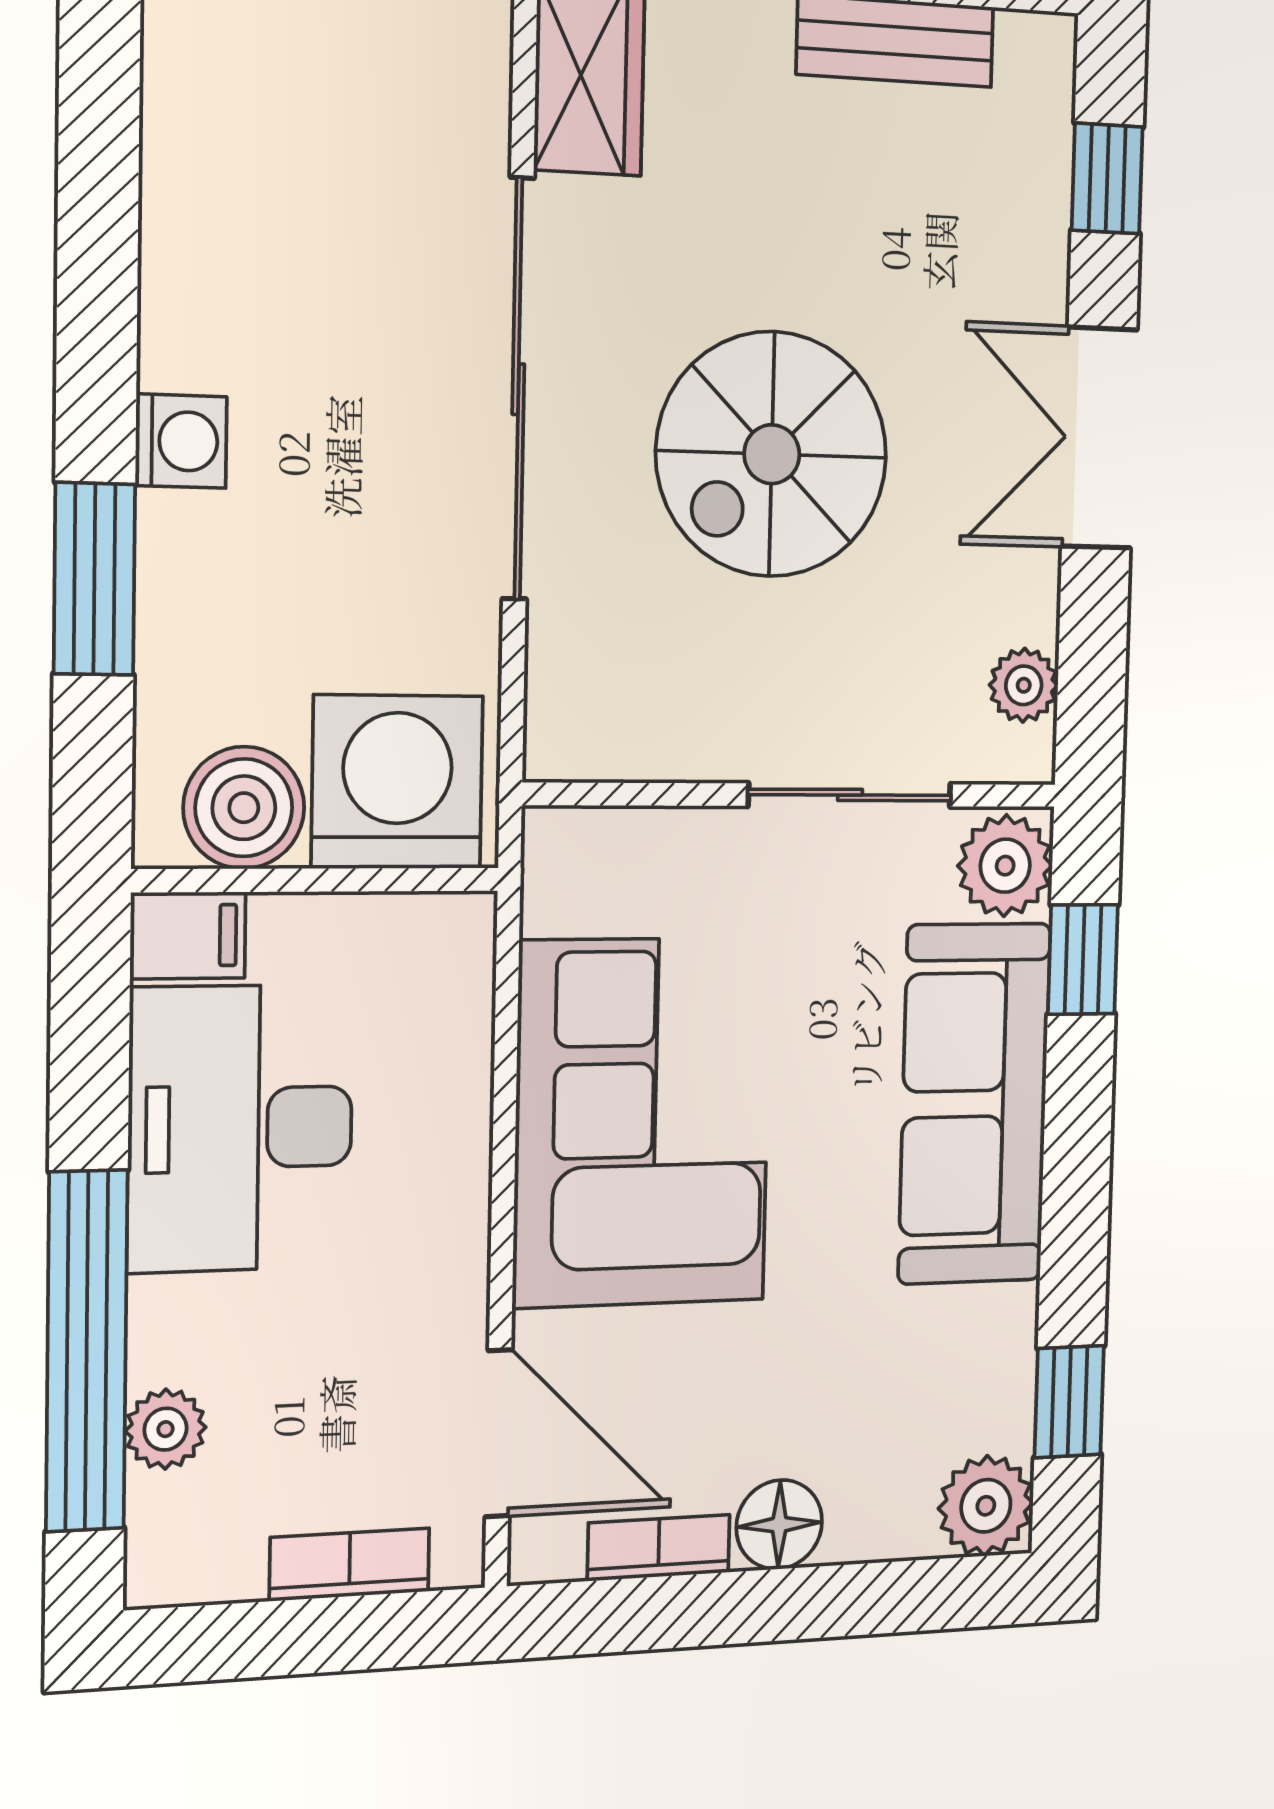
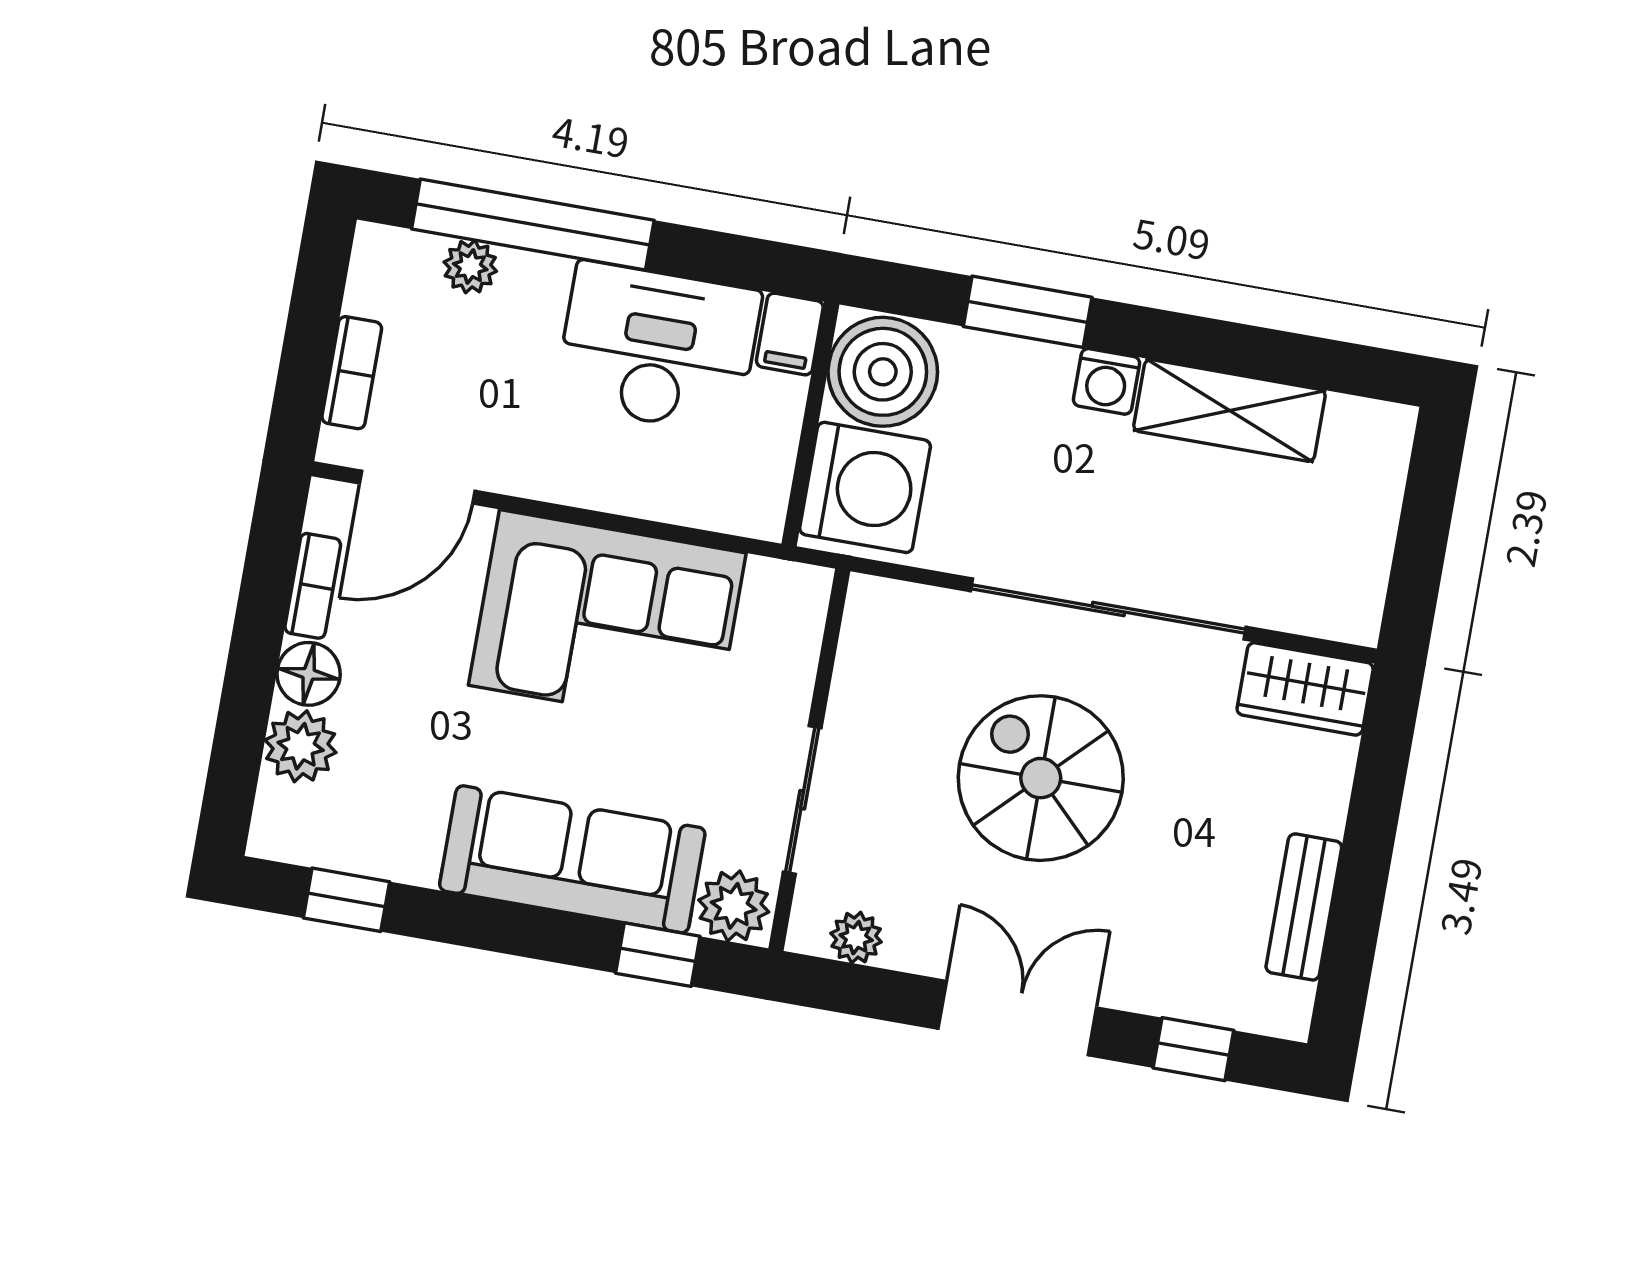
shelving: (195, 244) -> (1229, 410), added
boiler: (244, 808) -> (883, 372), width x1.37, depth x1.37
plant: (986, 1506) -> (301, 746), moved

